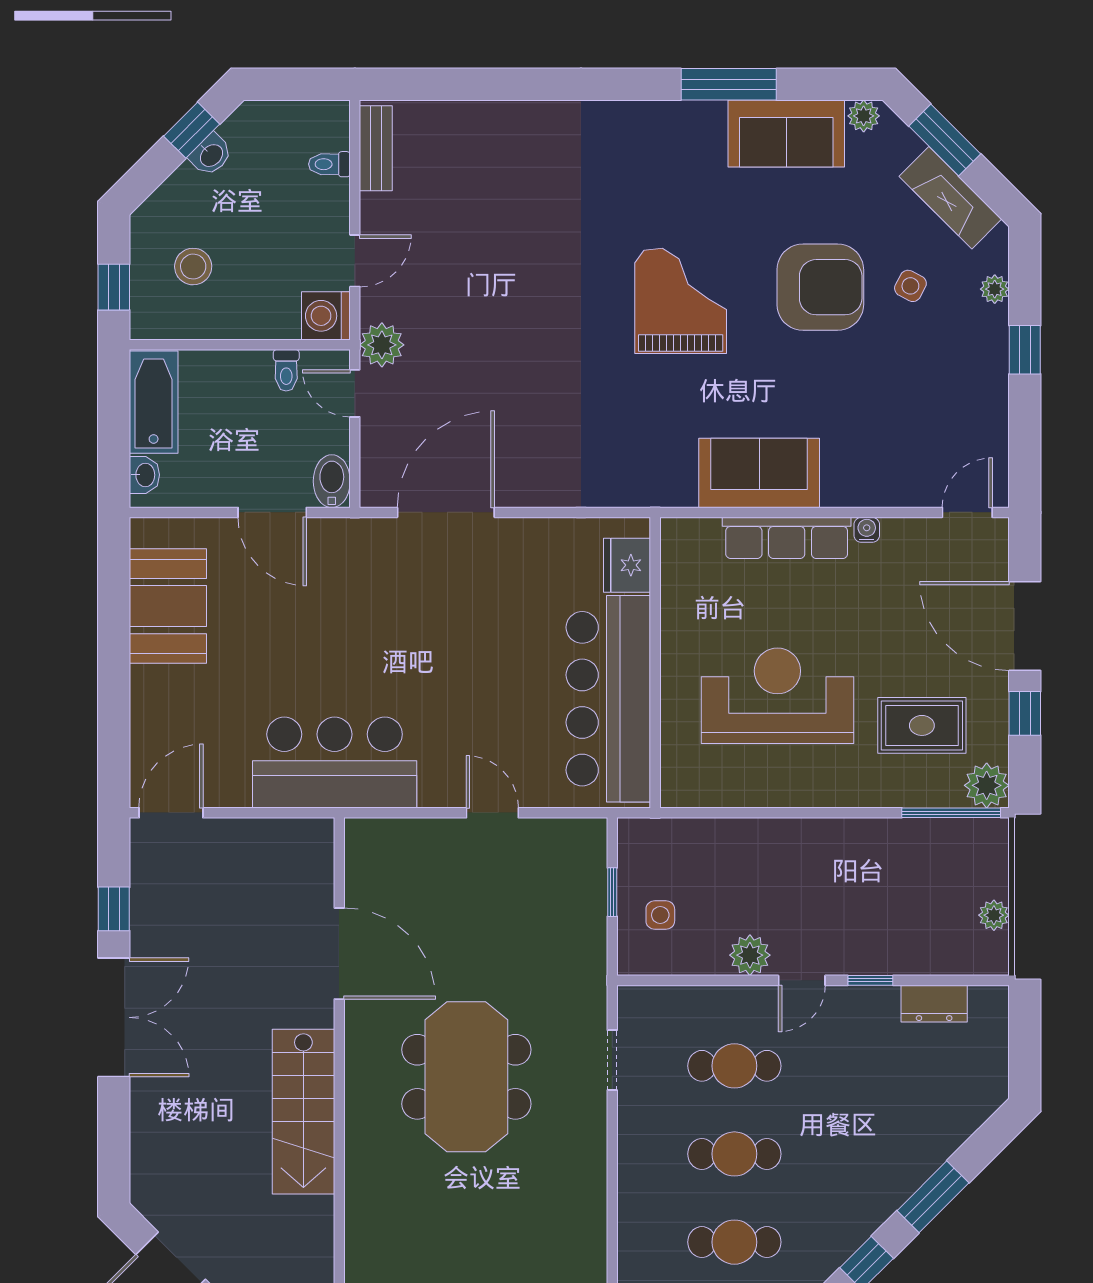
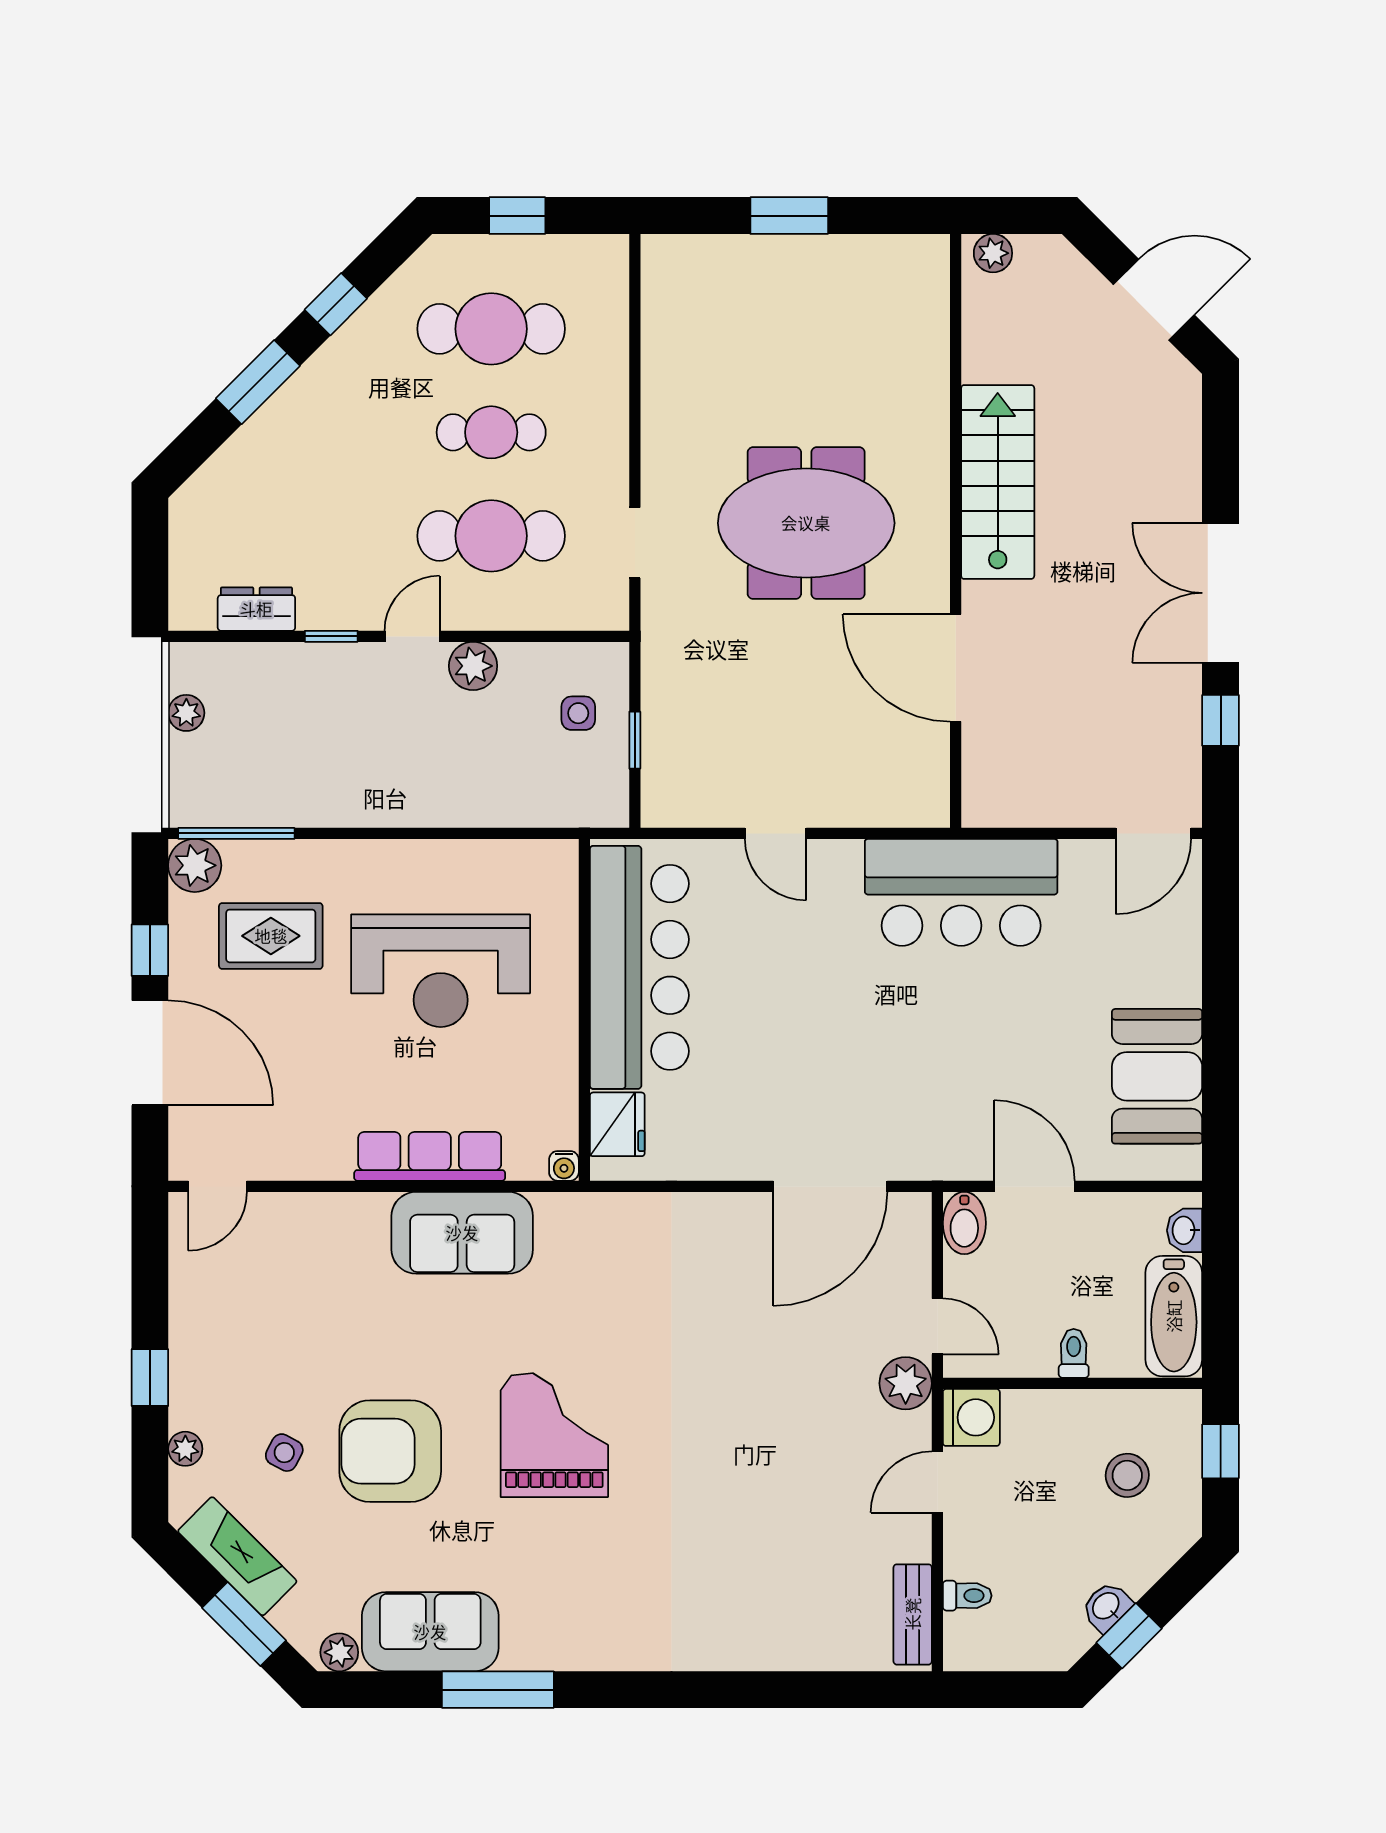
grand piano: (681, 301) -> (554, 1435), turned 180
toilet: (286, 370) -> (1074, 1353), moved
water cooler: (867, 530) -> (564, 1166), moved
cafe table: (734, 1066) -> (491, 536), width x1.37, depth x1.35
meeting table: (466, 1077) -> (806, 523), turned 90
cafe table: (734, 1242) -> (491, 329), width x1.37, depth x1.35

